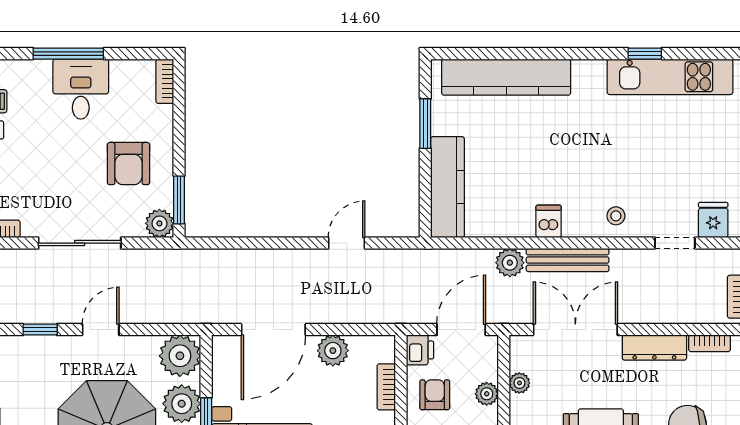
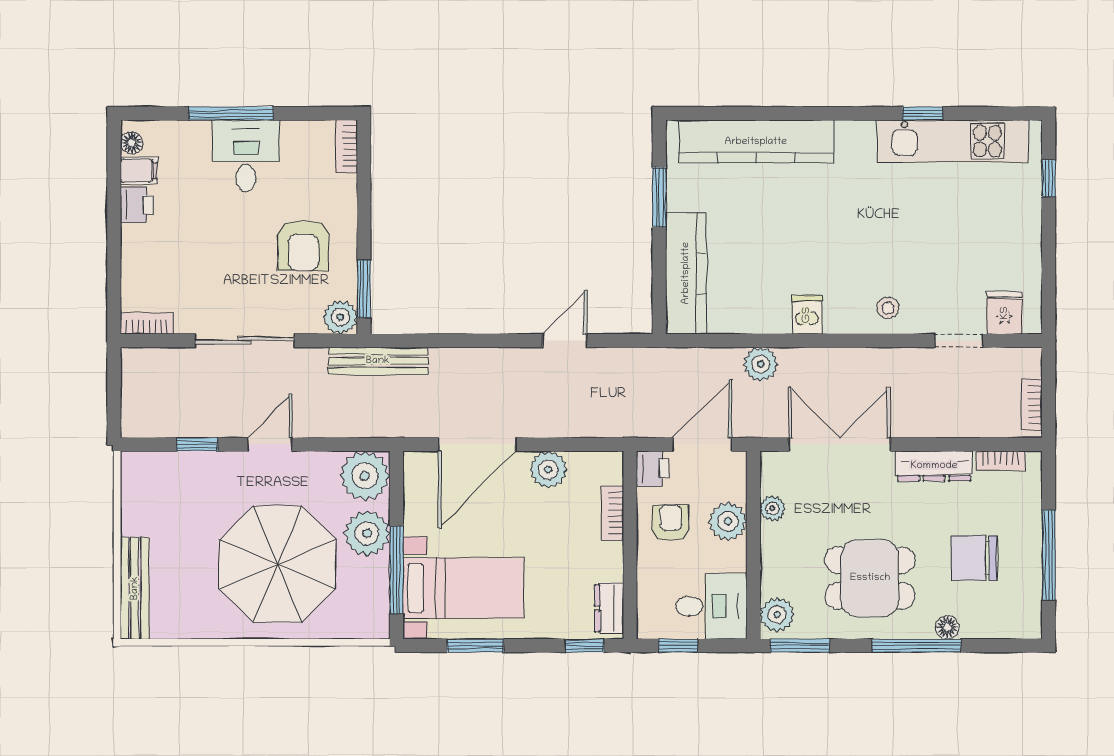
bench: (568, 260) -> (378, 361), moved
plant: (487, 394) -> (728, 521), width x1.38, depth x1.38

